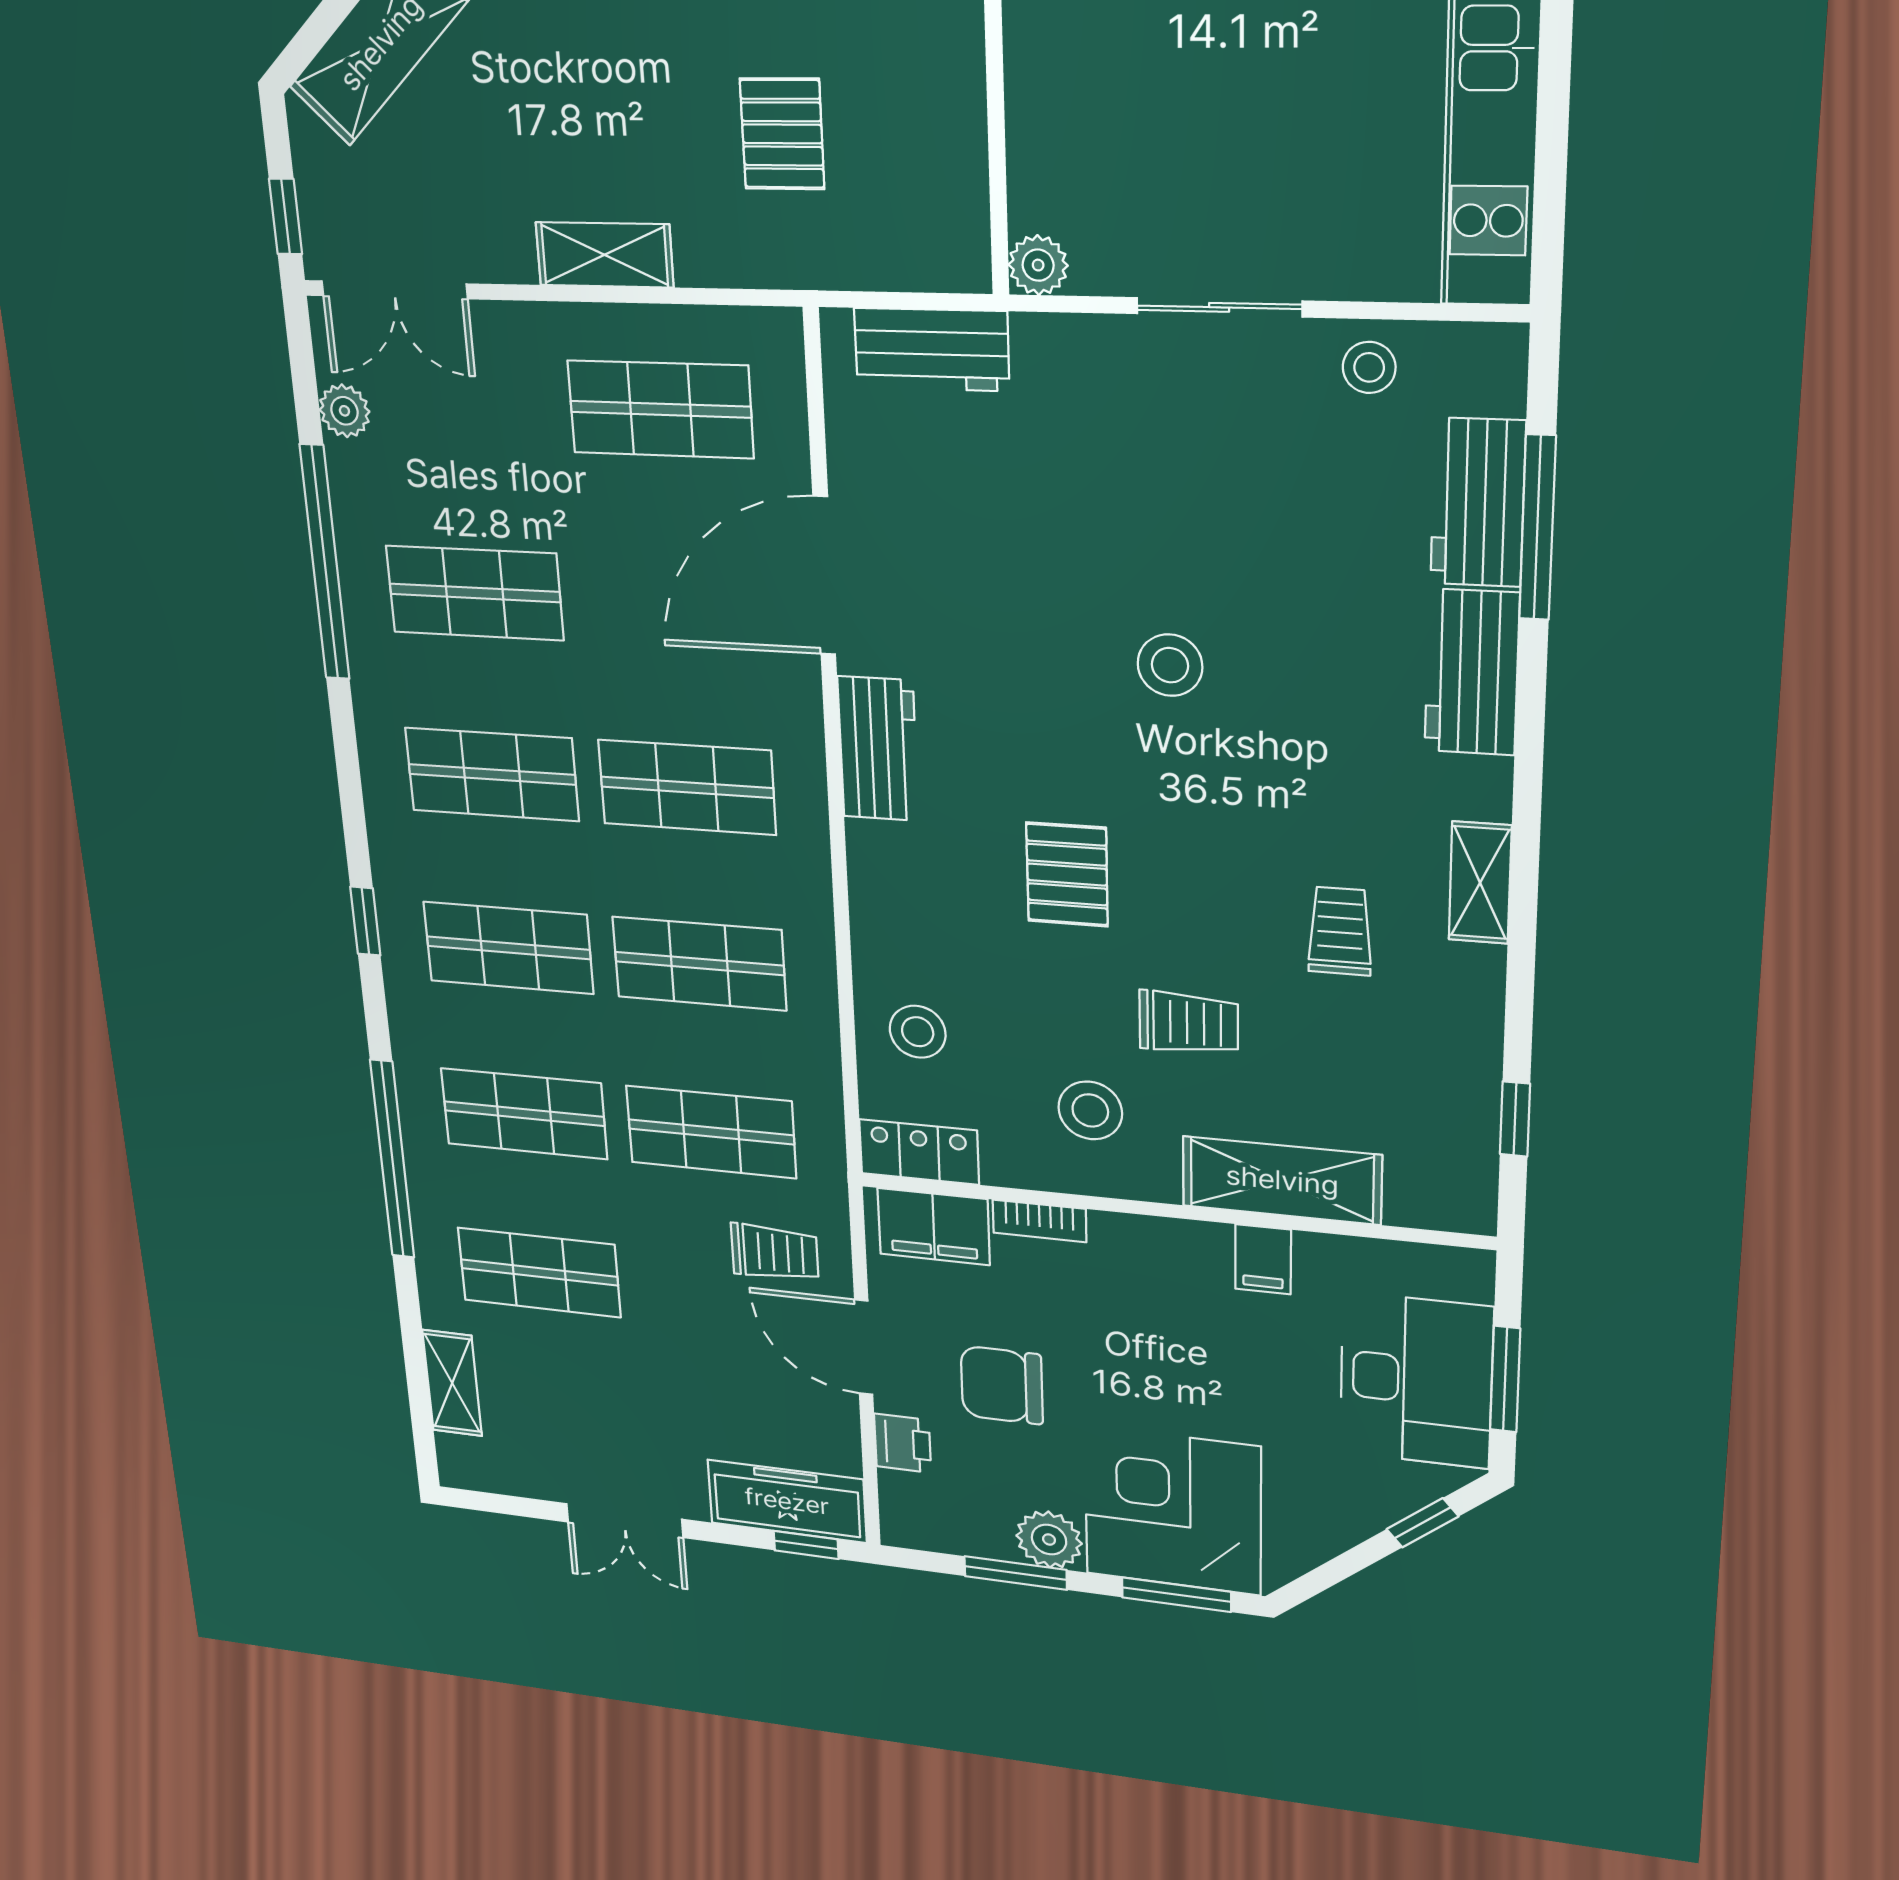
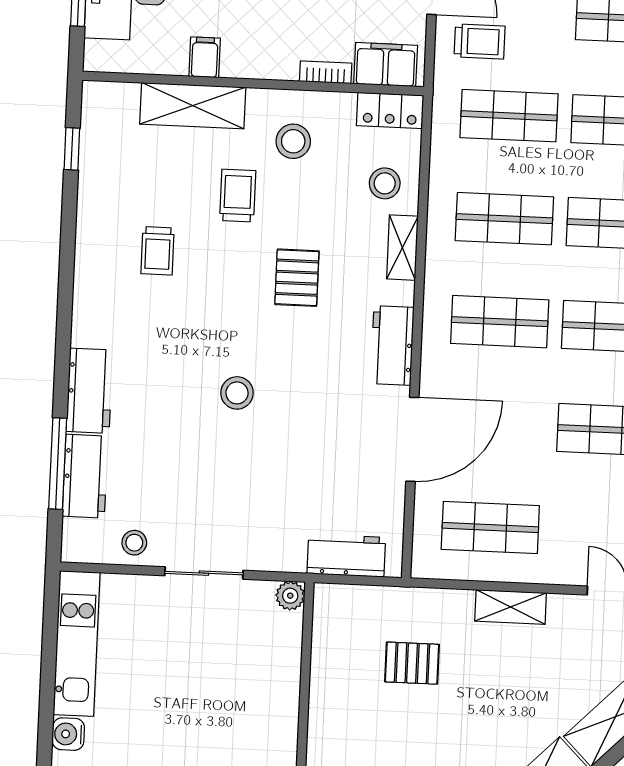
pallet: (782, 134) -> (412, 663), turned 90
shelving: (1480, 883) -> (402, 248), moved
trolley: (1189, 1023) -> (238, 196), turned 90
trolley: (775, 1252) -> (480, 41), turned 180

